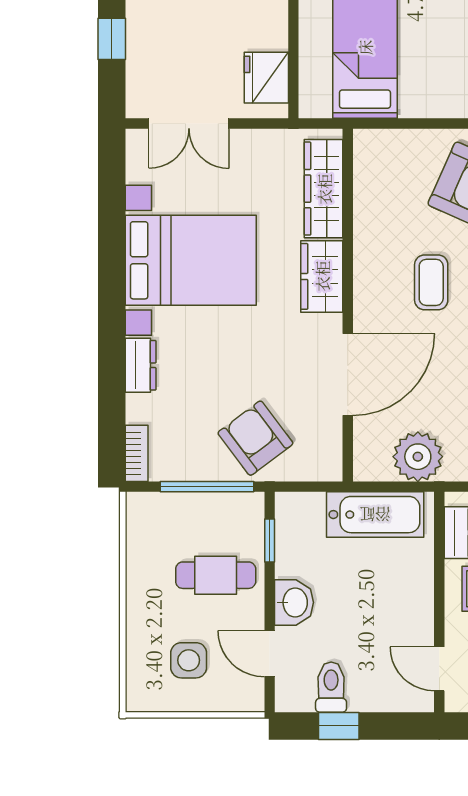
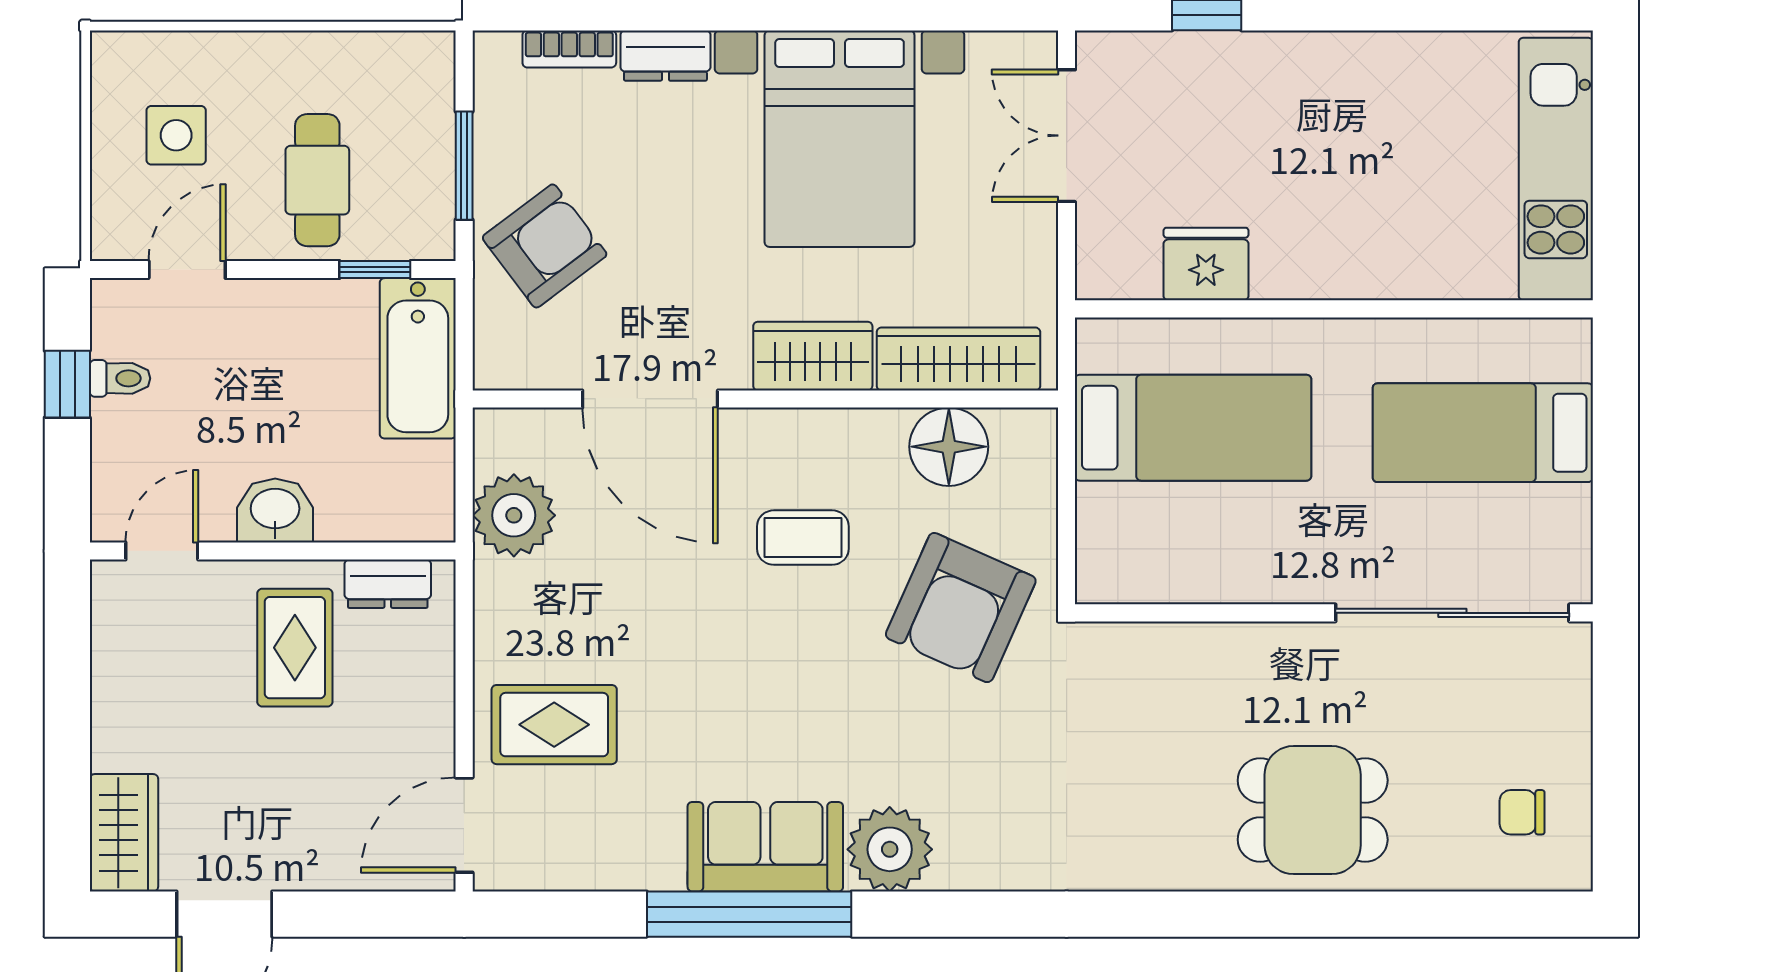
fridge: (266, 78) -> (1206, 264), moved
floor lamp: (376, 194) -> (949, 447), added
bookcase: (137, 453) -> (569, 49), moved
window: (207, 487) -> (464, 166), width x0.69
bathtub: (375, 515) -> (418, 358), moved
washbasin: (294, 602) -> (275, 510), moved, turned 180
toilet: (331, 687) -> (120, 378), width x0.73, depth x0.72

